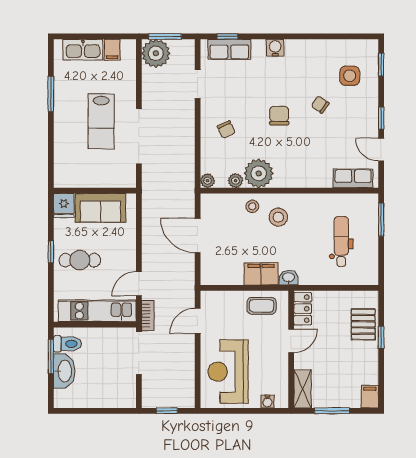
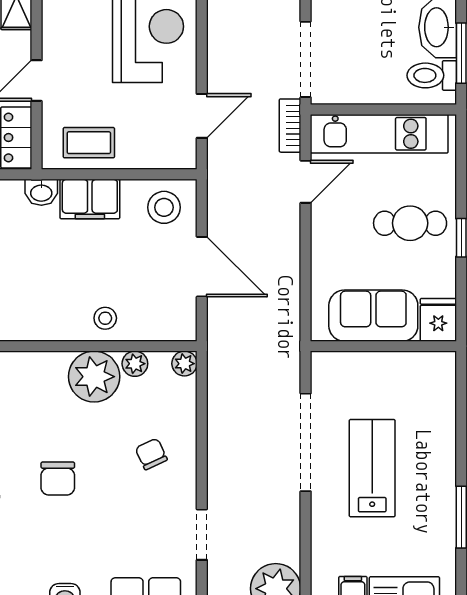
stool: (278, 217) -> (164, 207), moved

